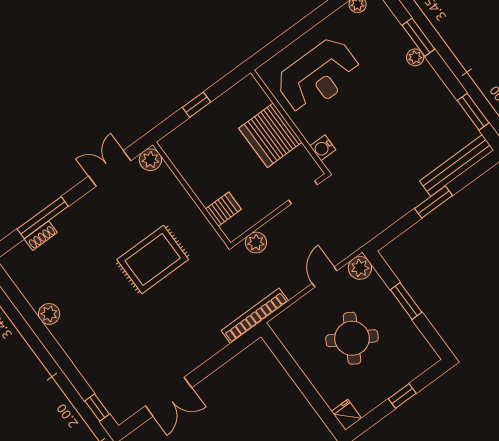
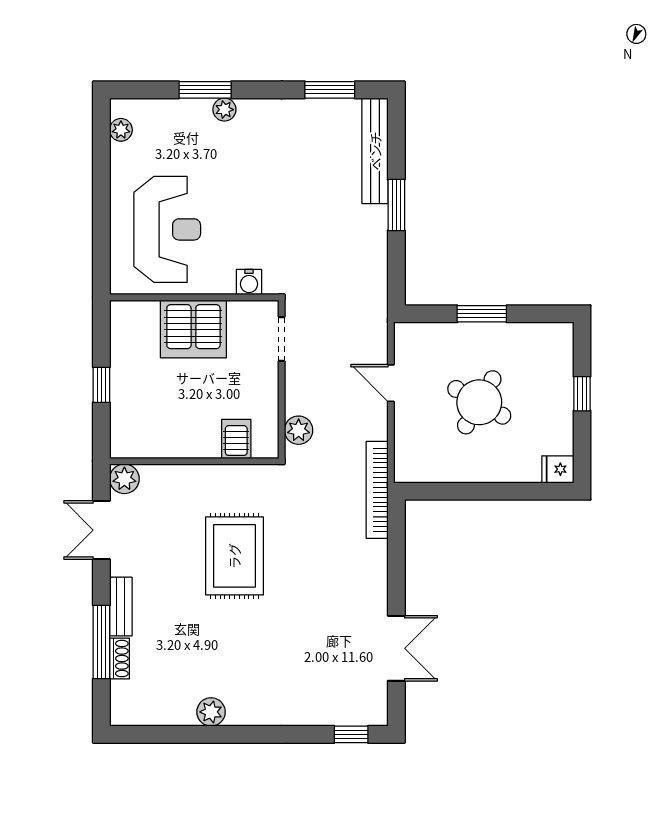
bench: (72, 214) -> (121, 607), added
plant: (360, 268) -> (409, 337), removed

